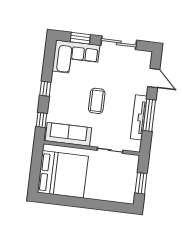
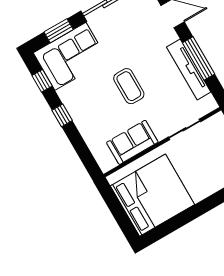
window: (42, 120) -> (42, 81), moved
sofa: (68, 134) -> (132, 142), width x0.73

